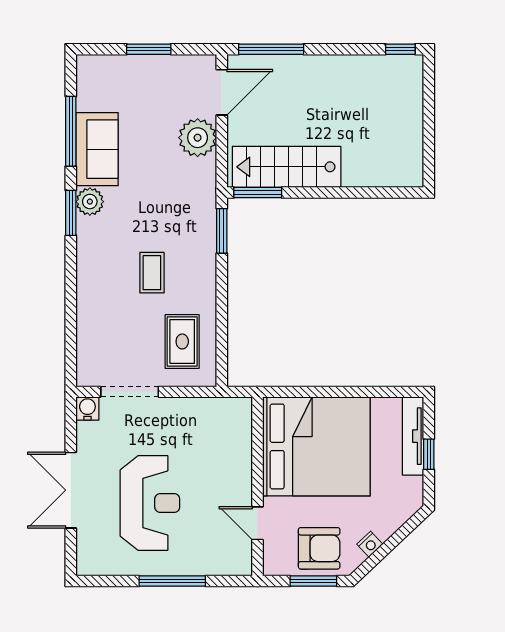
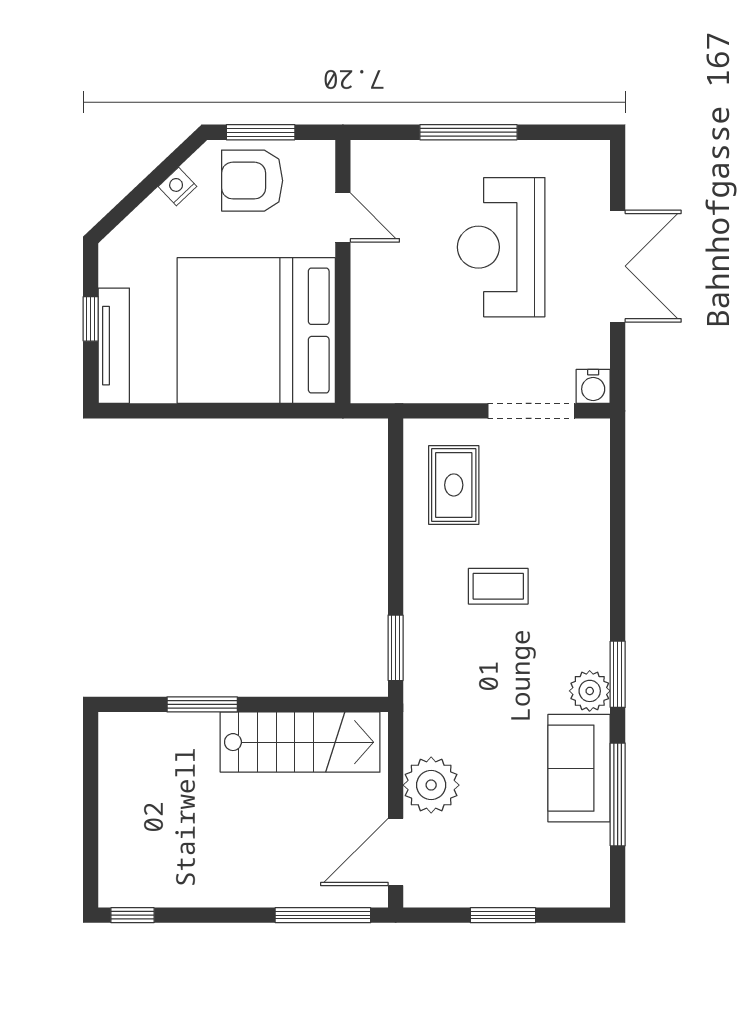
window: (258, 192) -> (202, 704), moved
coffee table: (152, 273) -> (498, 586), turned 90

